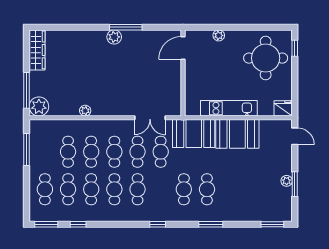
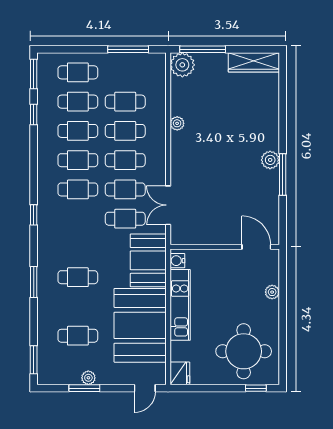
water cooler: (194, 110) -> (177, 261), added
booth: (237, 134) -> (140, 325), width x1.36, depth x1.42
cafe table: (184, 189) -> (78, 336), moved

